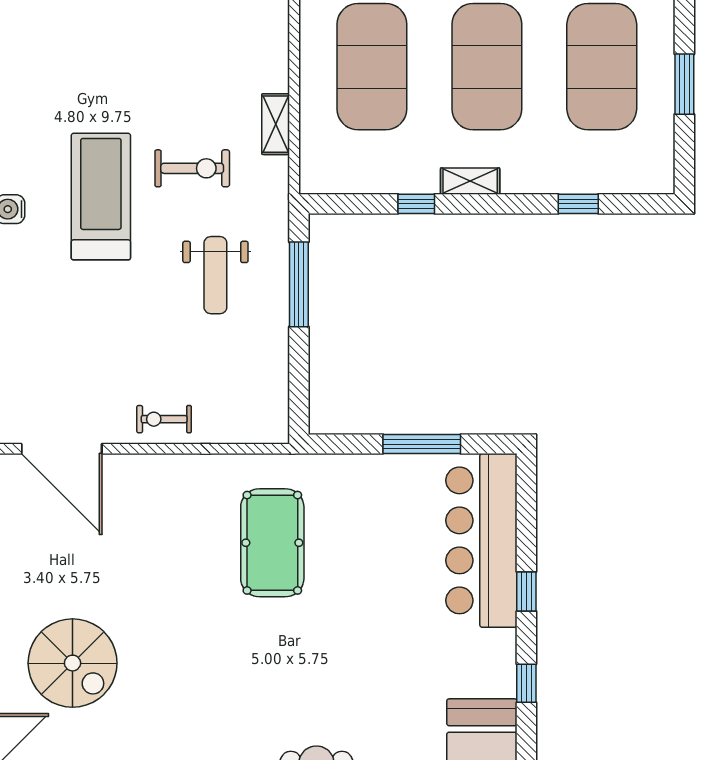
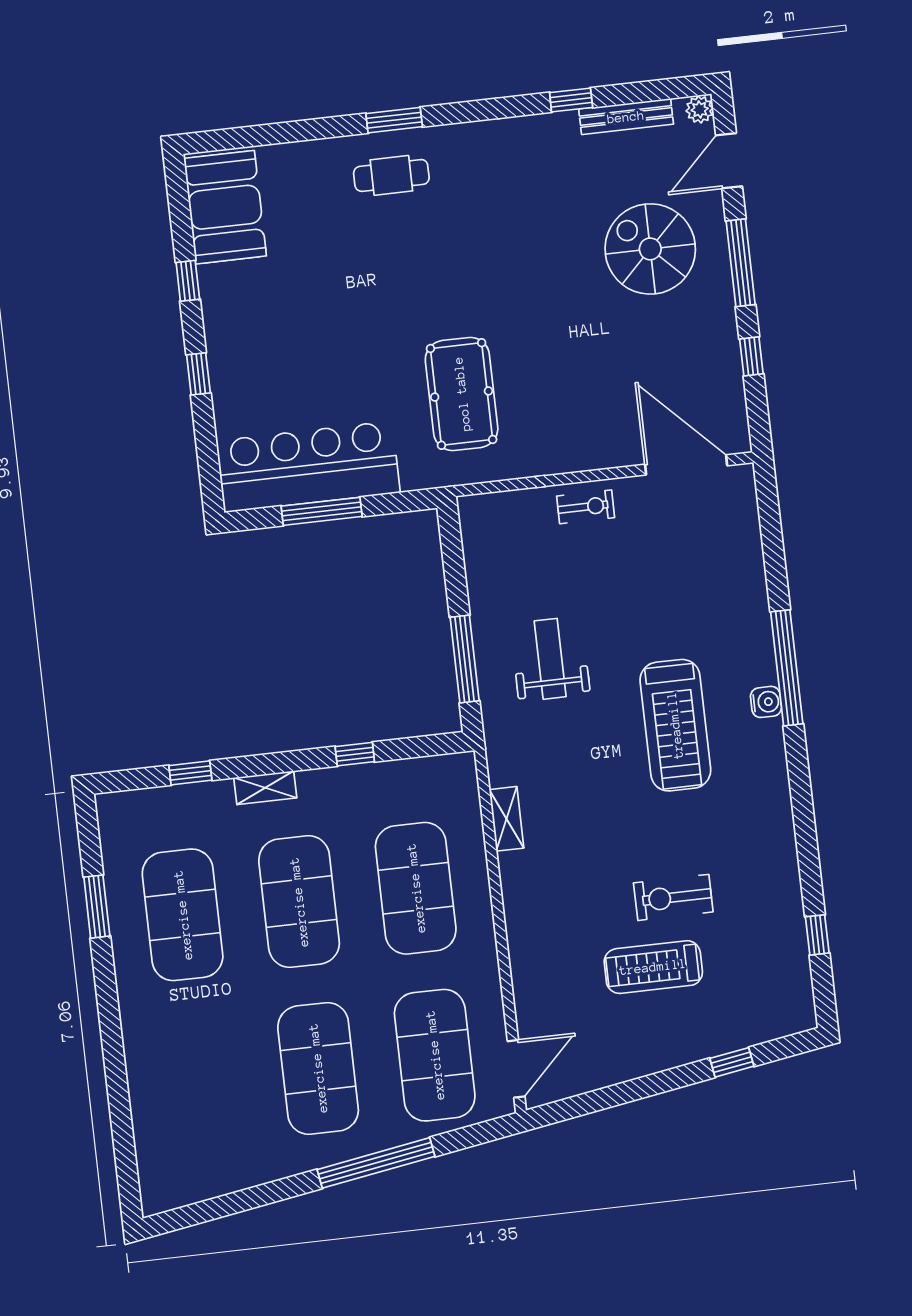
exercise bike: (192, 168) -> (673, 897), moved
shelving: (470, 181) -> (265, 788), moved
bar counter: (481, 540) -> (308, 467), moved, turned -90

